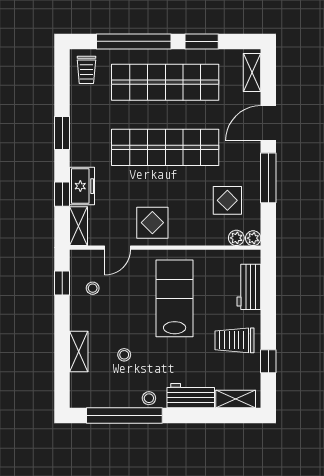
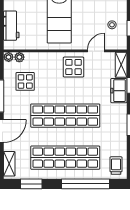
window: (202, 41) -> (31, 184), moved

